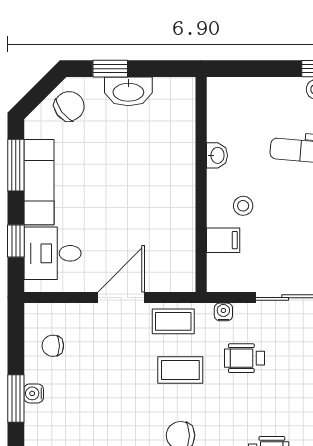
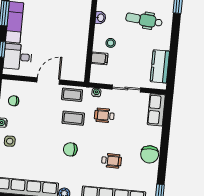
side table: (53, 431) -> (10, 141), added

